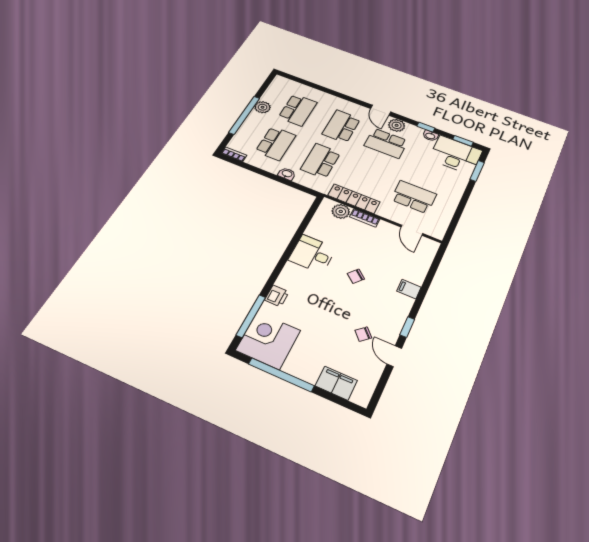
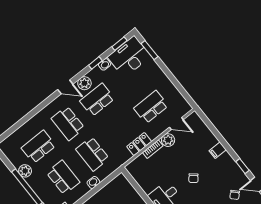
school desk: (298, 110) -> (39, 147), turned -90
school desk: (386, 143) -> (97, 100), turned 180
locker: (354, 199) -> (139, 144), width x0.66
plant: (341, 211) -> (168, 140), moved

